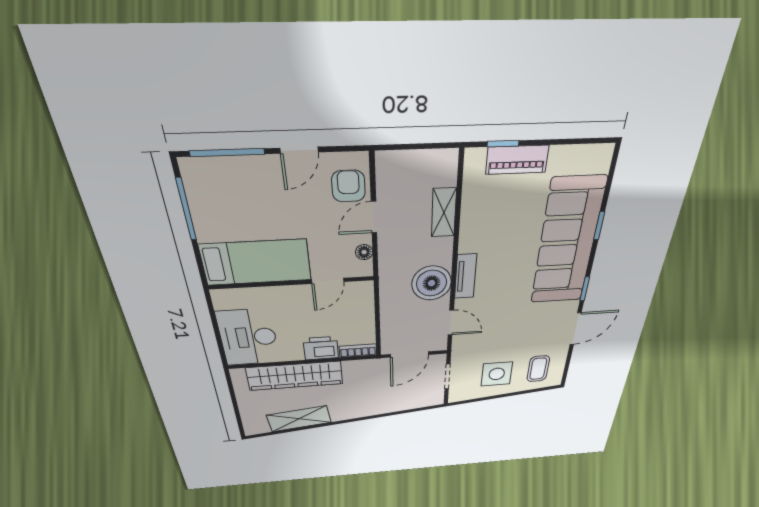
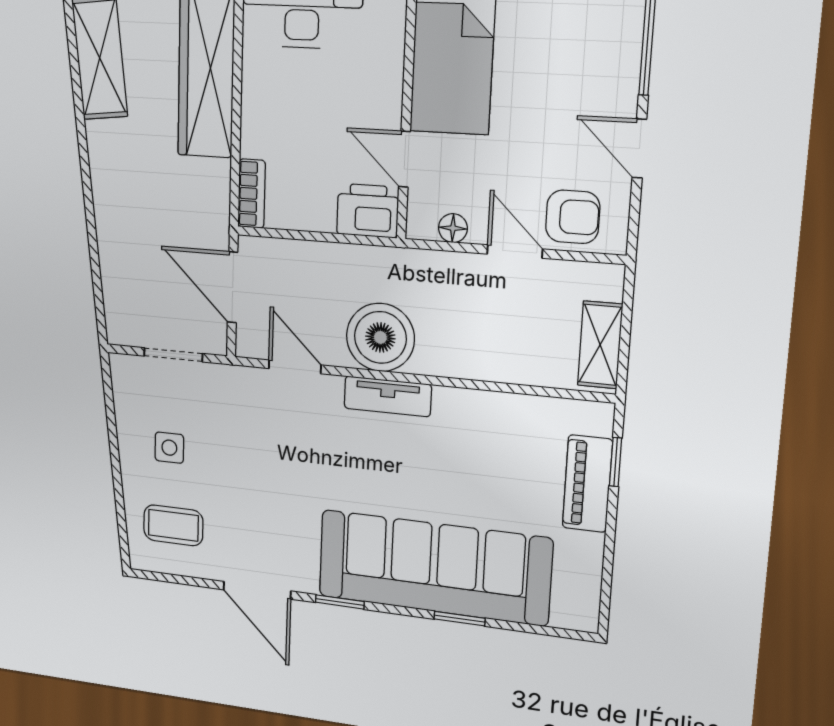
shelving: (444, 213) -> (600, 345), moved, turned 90
door: (451, 323) -> (295, 367), swing flipped
printer: (321, 348) -> (368, 211), moved, turned -90
side table: (497, 374) -> (169, 448), width x0.54, depth x0.54

